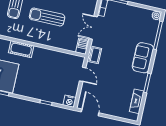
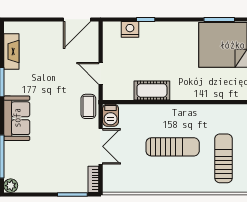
cot: (21, 49) -> (152, 90), moved
nightstand: (70, 101) -> (130, 29), moved
door: (90, 112) -> (77, 19), hinge flipped

